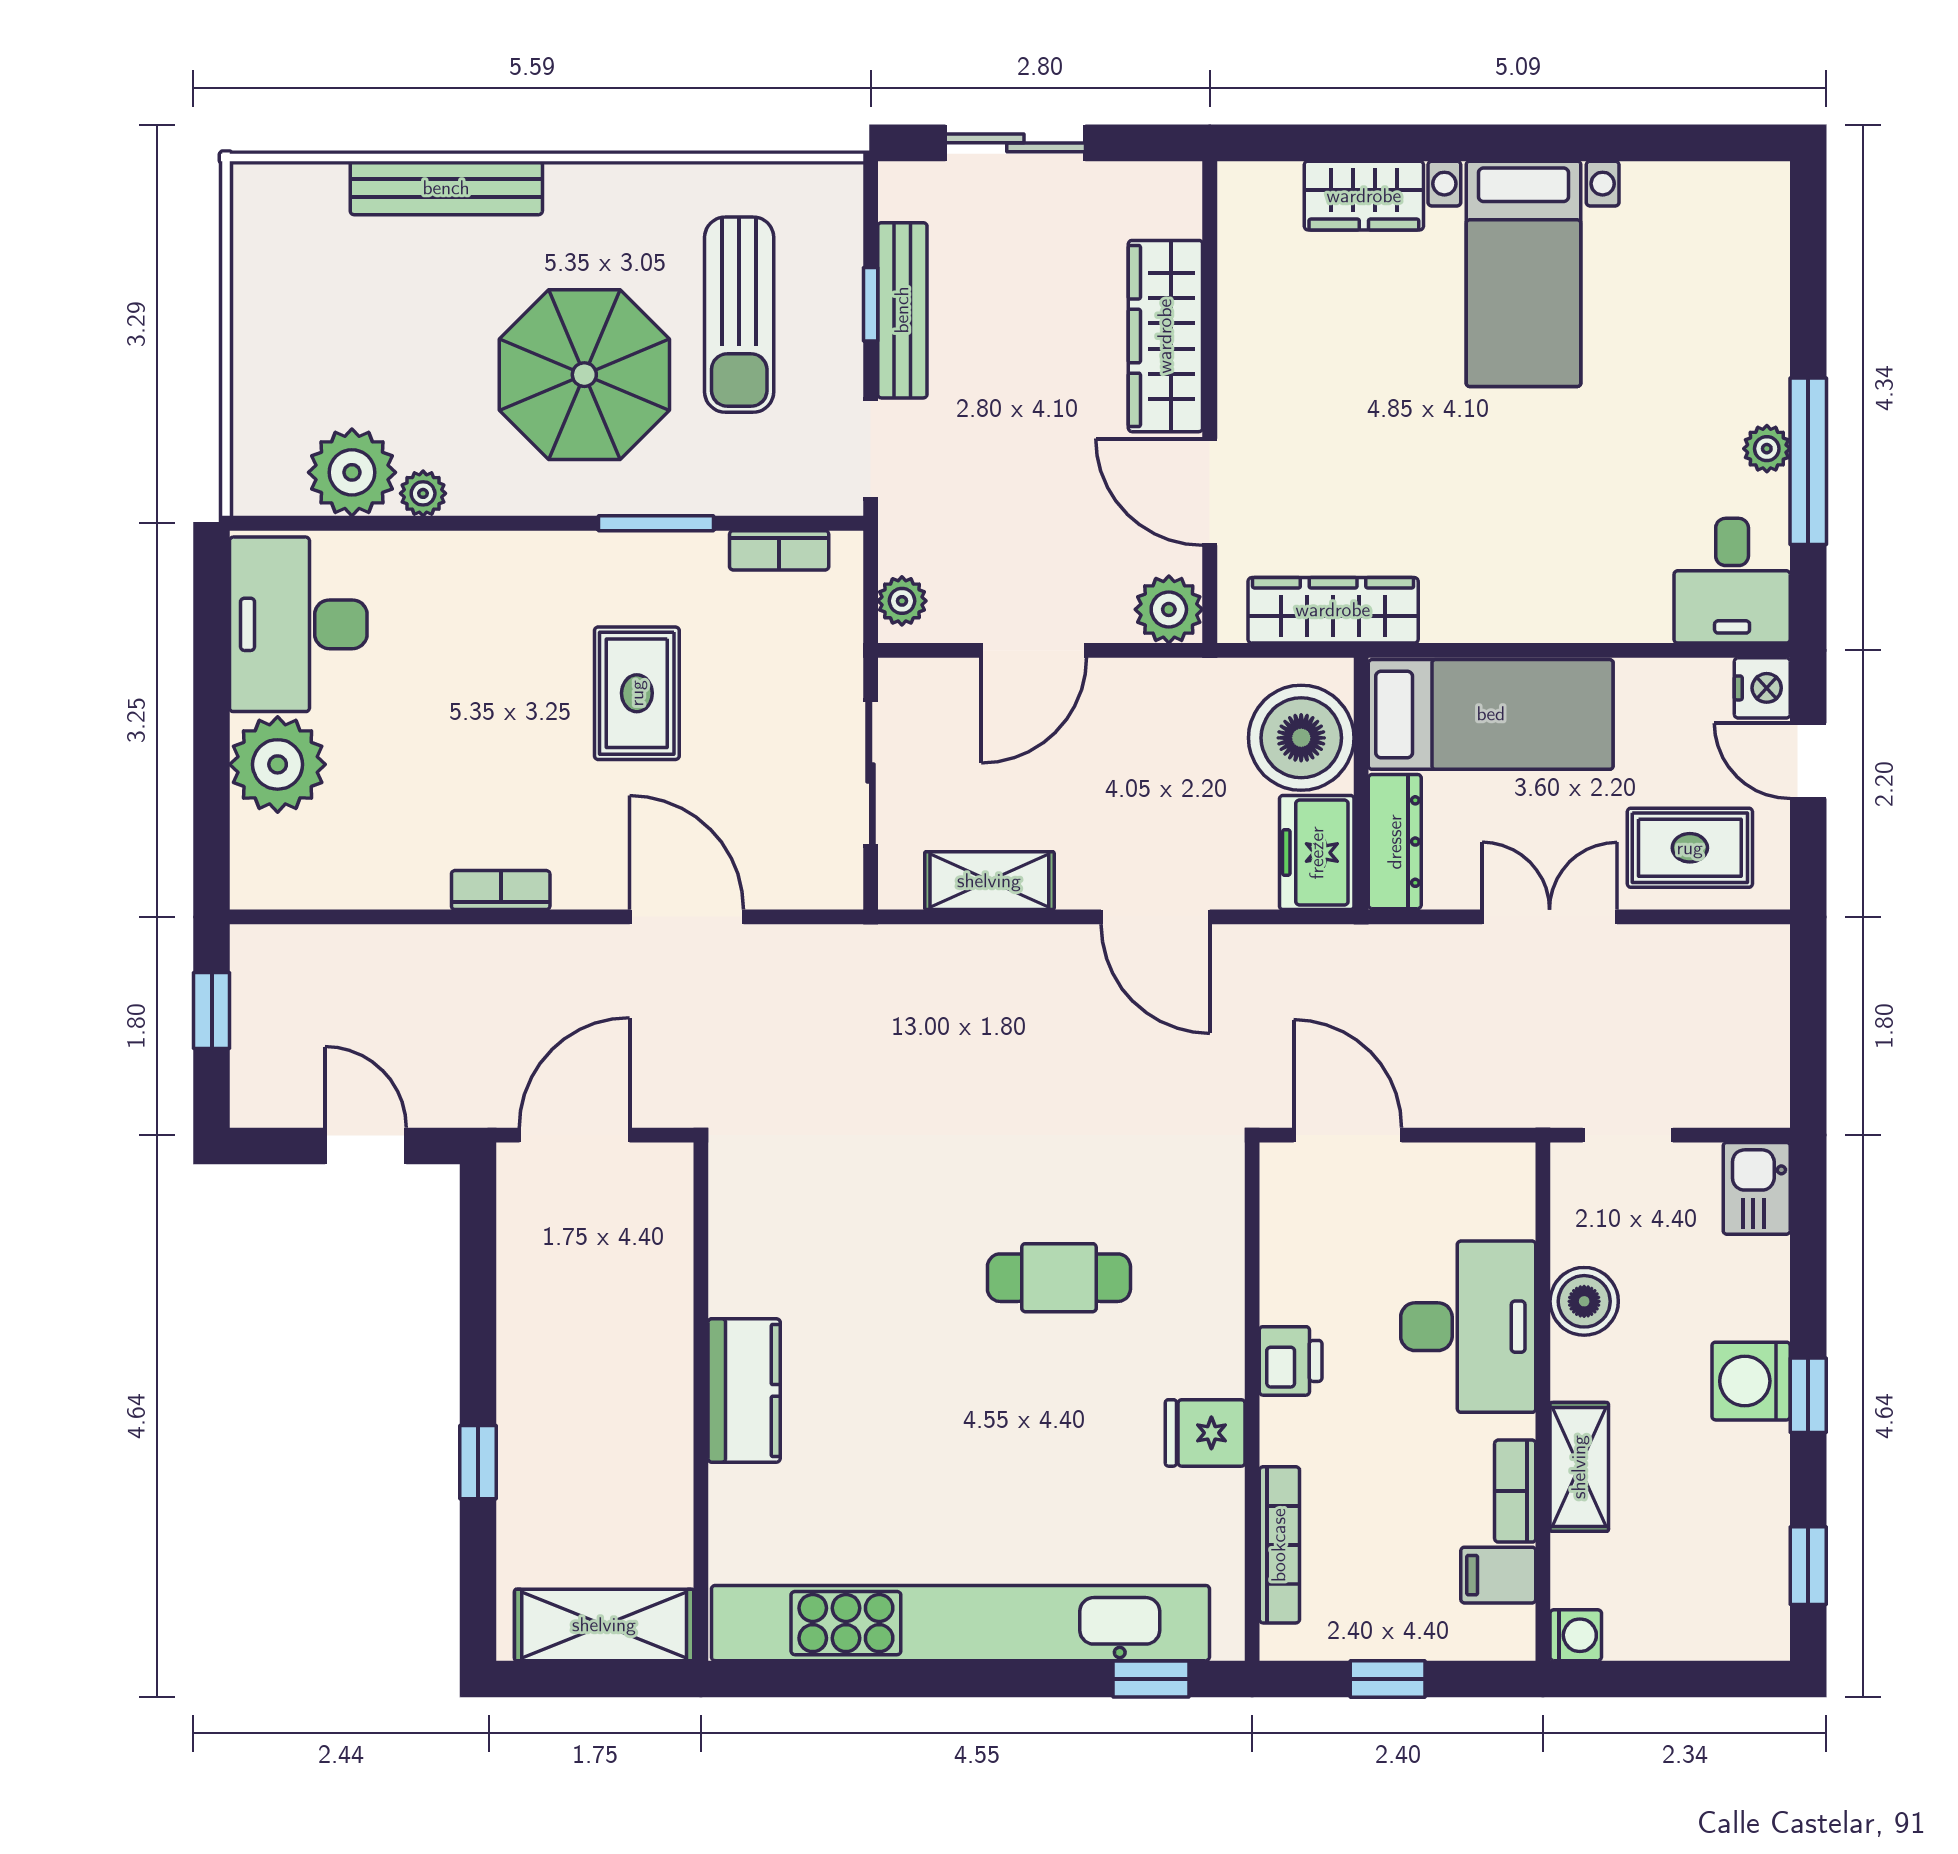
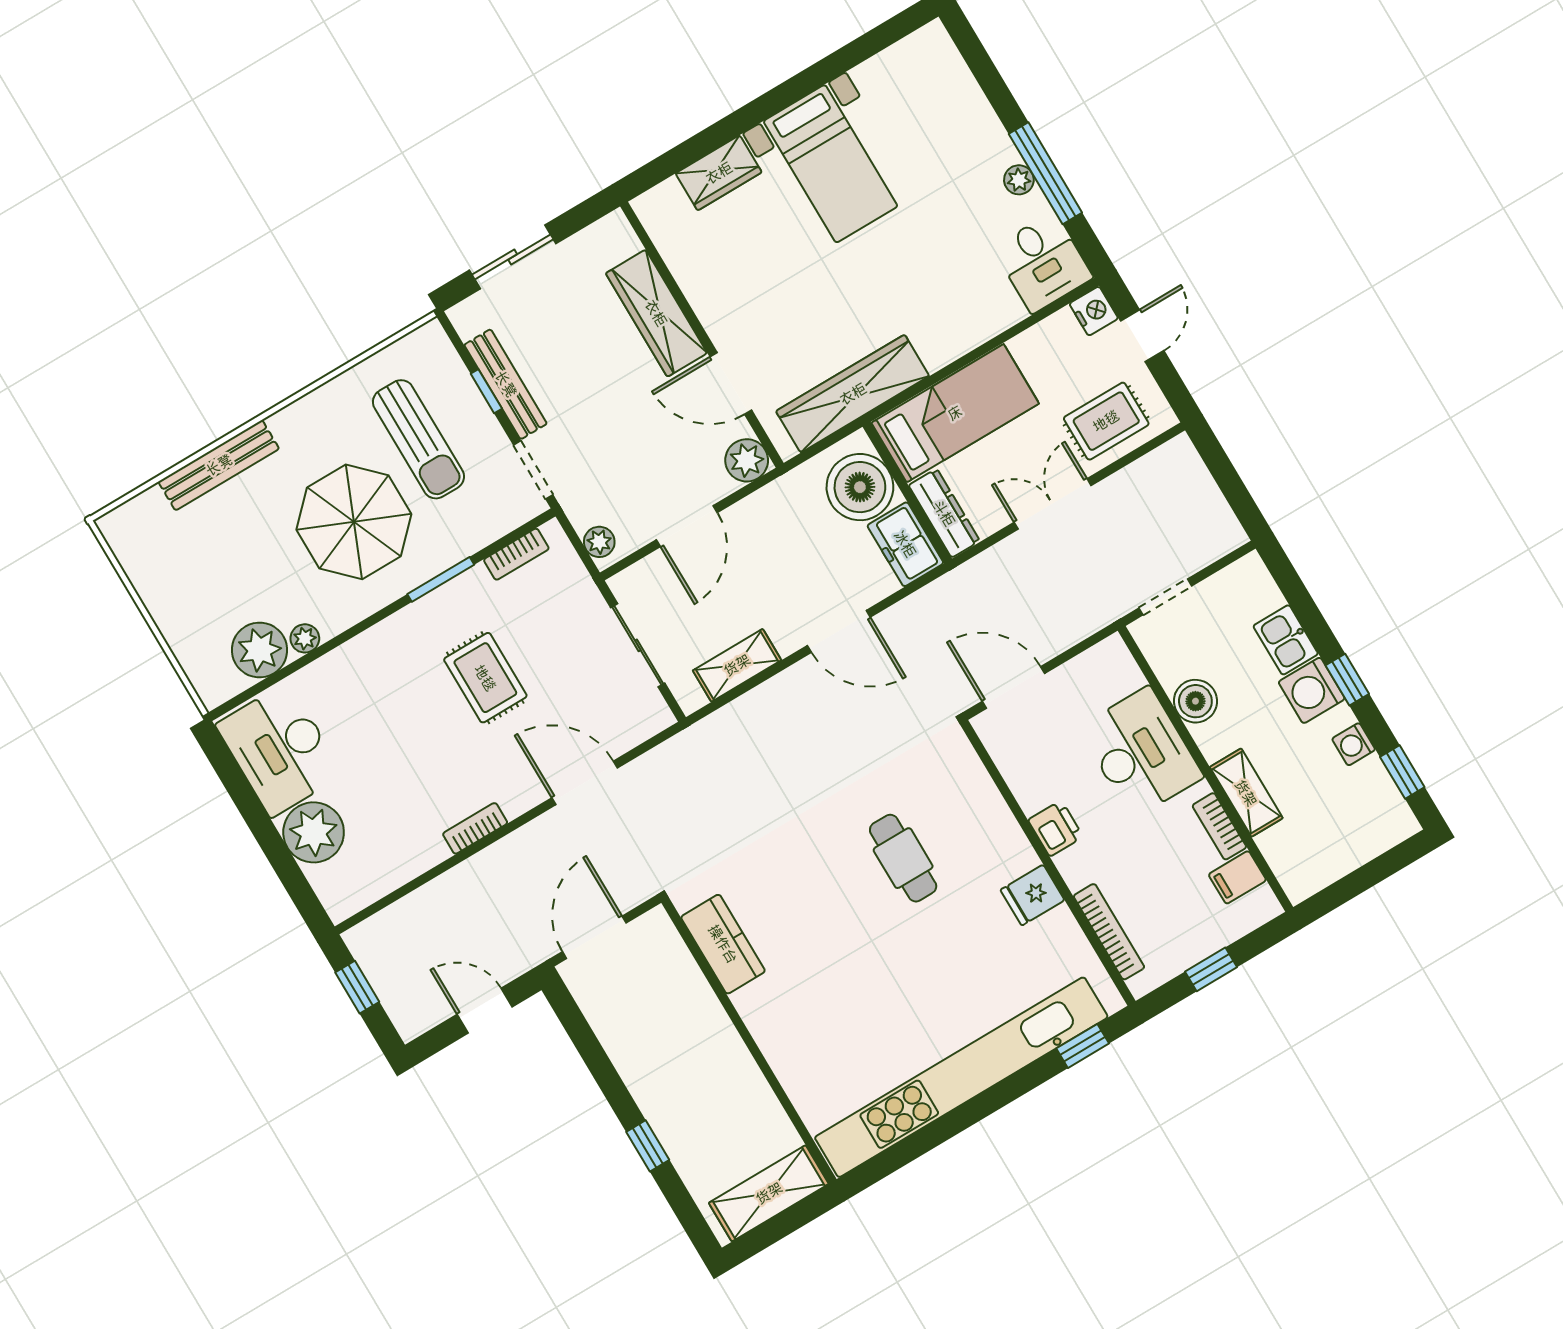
wardrobe: (1333, 610) -> (853, 394), width x1.40, depth x1.17
door: (1808, 761) -> (1142, 336), swing flipped
kitchen sink: (1757, 1188) -> (1286, 640), moved
cafe table: (1059, 1278) -> (903, 858), turned 90
kitchen counter: (744, 1390) -> (723, 944), moved
washing machine: (1576, 1635) -> (1354, 744), moved, turned 180

